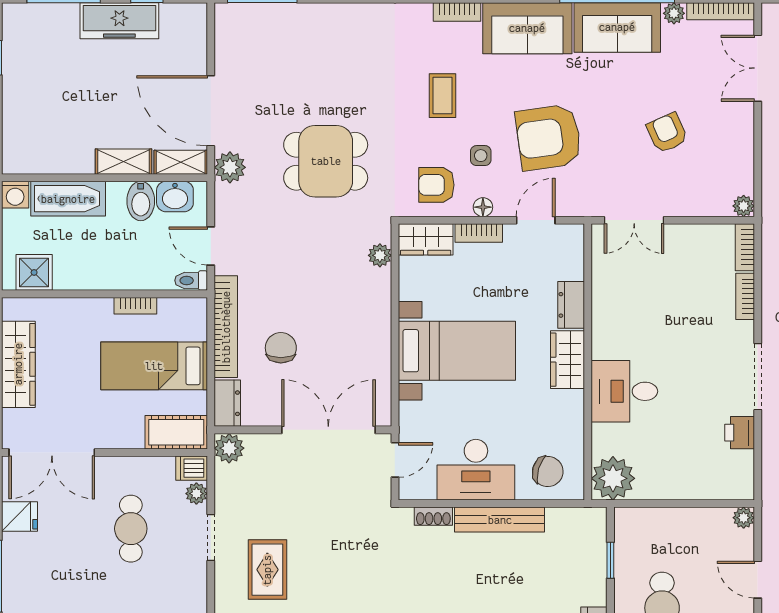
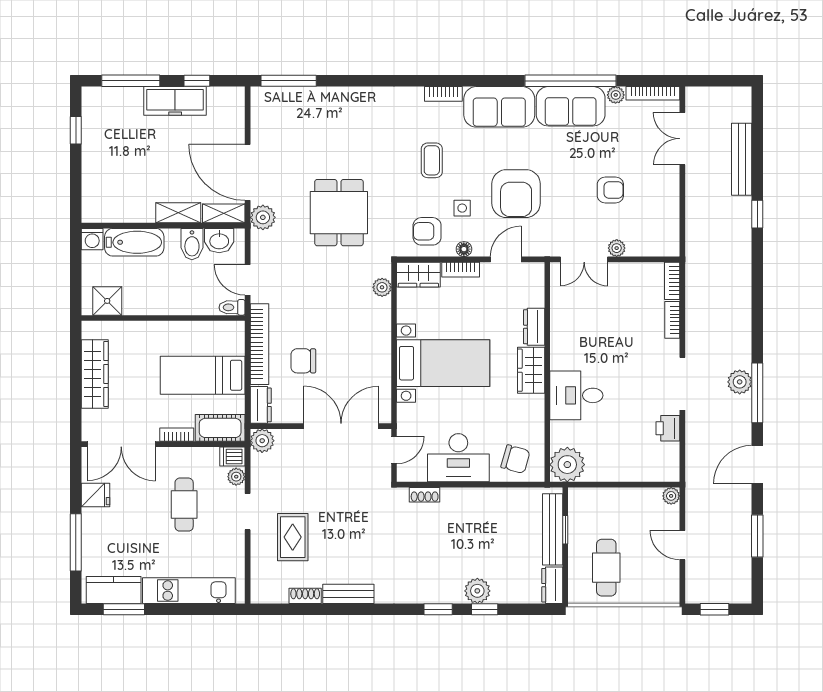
armchair: (667, 133) -> (610, 190), turned 114
armchair: (549, 137) -> (516, 194), turned -82
dining table: (326, 161) -> (339, 213), turned 90
plant: (744, 206) -> (617, 248), moved
bookcase: (135, 306) -> (177, 435), moved, turned 180
chair: (281, 348) -> (303, 361), turned -90
bench: (500, 520) -> (553, 529), moved, turned 90

